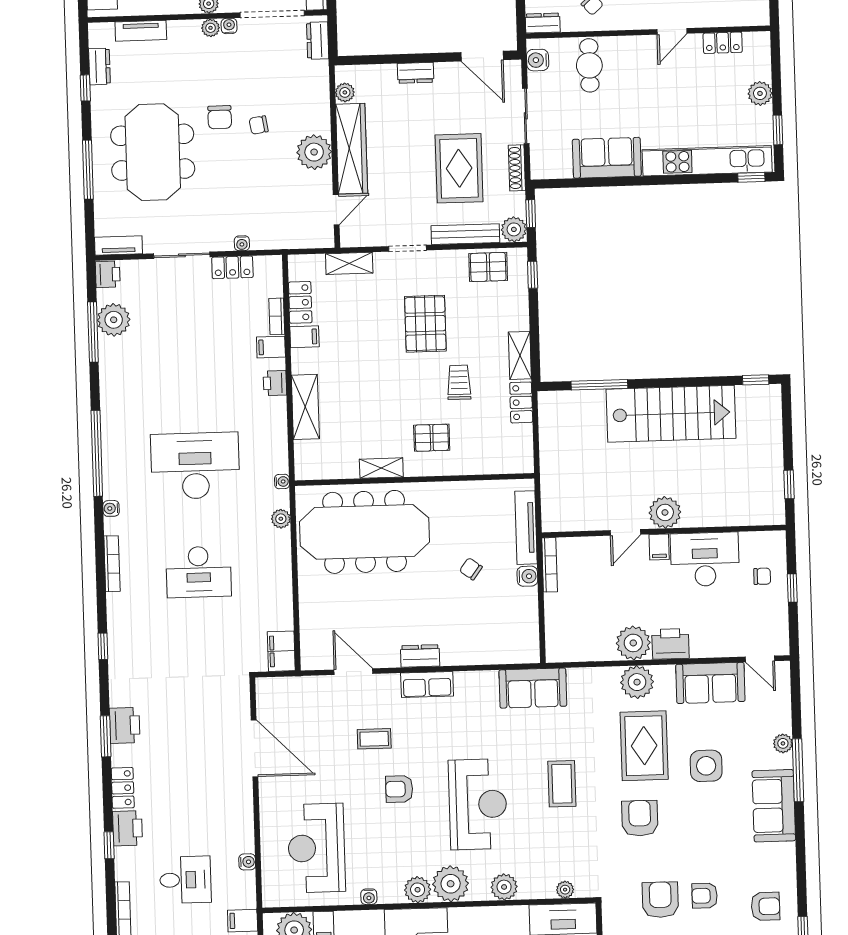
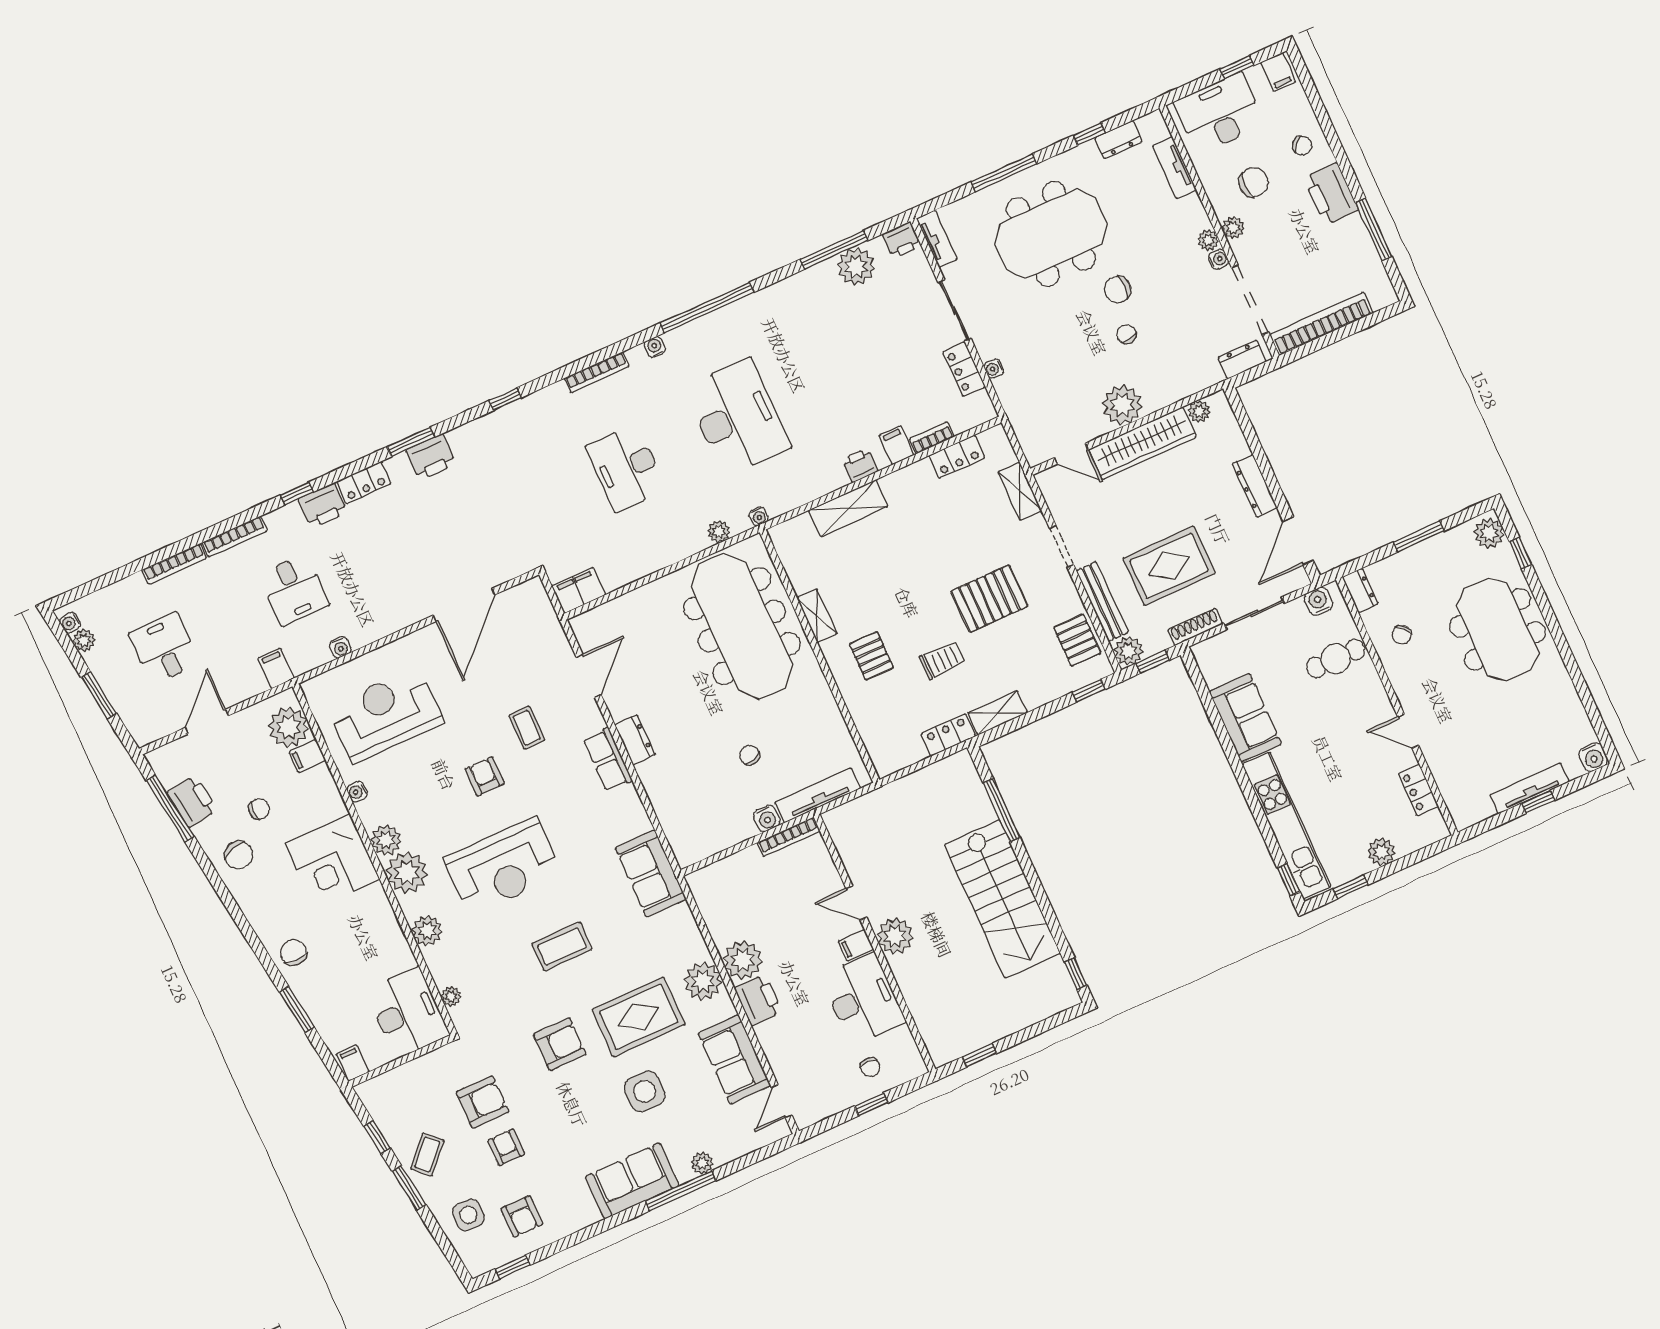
dresser: (415, 73) -> (1255, 486), width x1.44
filing cabinet: (304, 337) -> (922, 476), removed
chair: (471, 569) -> (750, 755), turned -56

